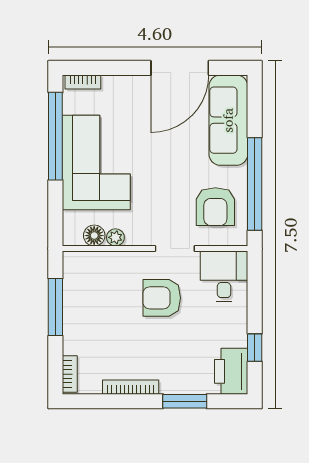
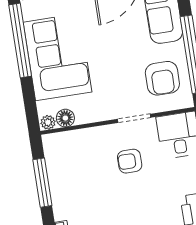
plant: (115, 237) -> (48, 122), moved
armchair: (162, 298) -> (130, 161), width x0.72, depth x0.72

